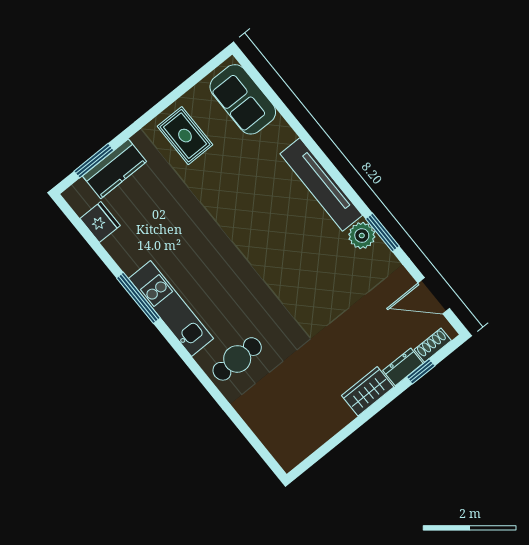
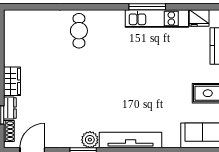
kitchen unit: (171, 308) -> (157, 18), moved

